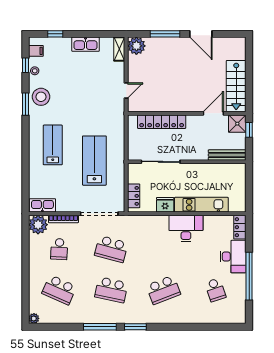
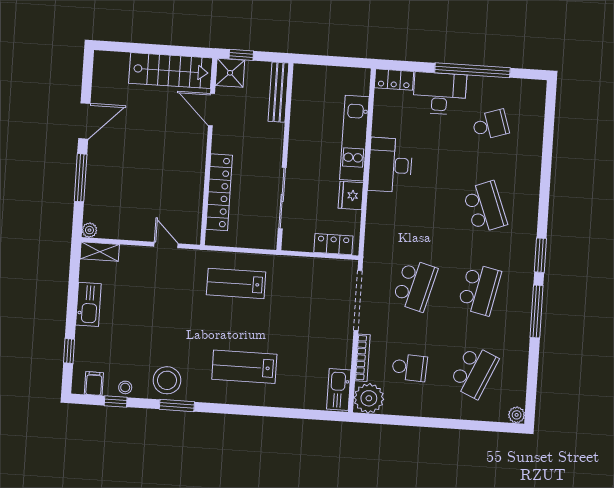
plant: (136, 46) -> (89, 230), width x0.53, depth x0.53
lab bench: (94, 161) -> (236, 283), moved, width x0.73, depth x0.72

